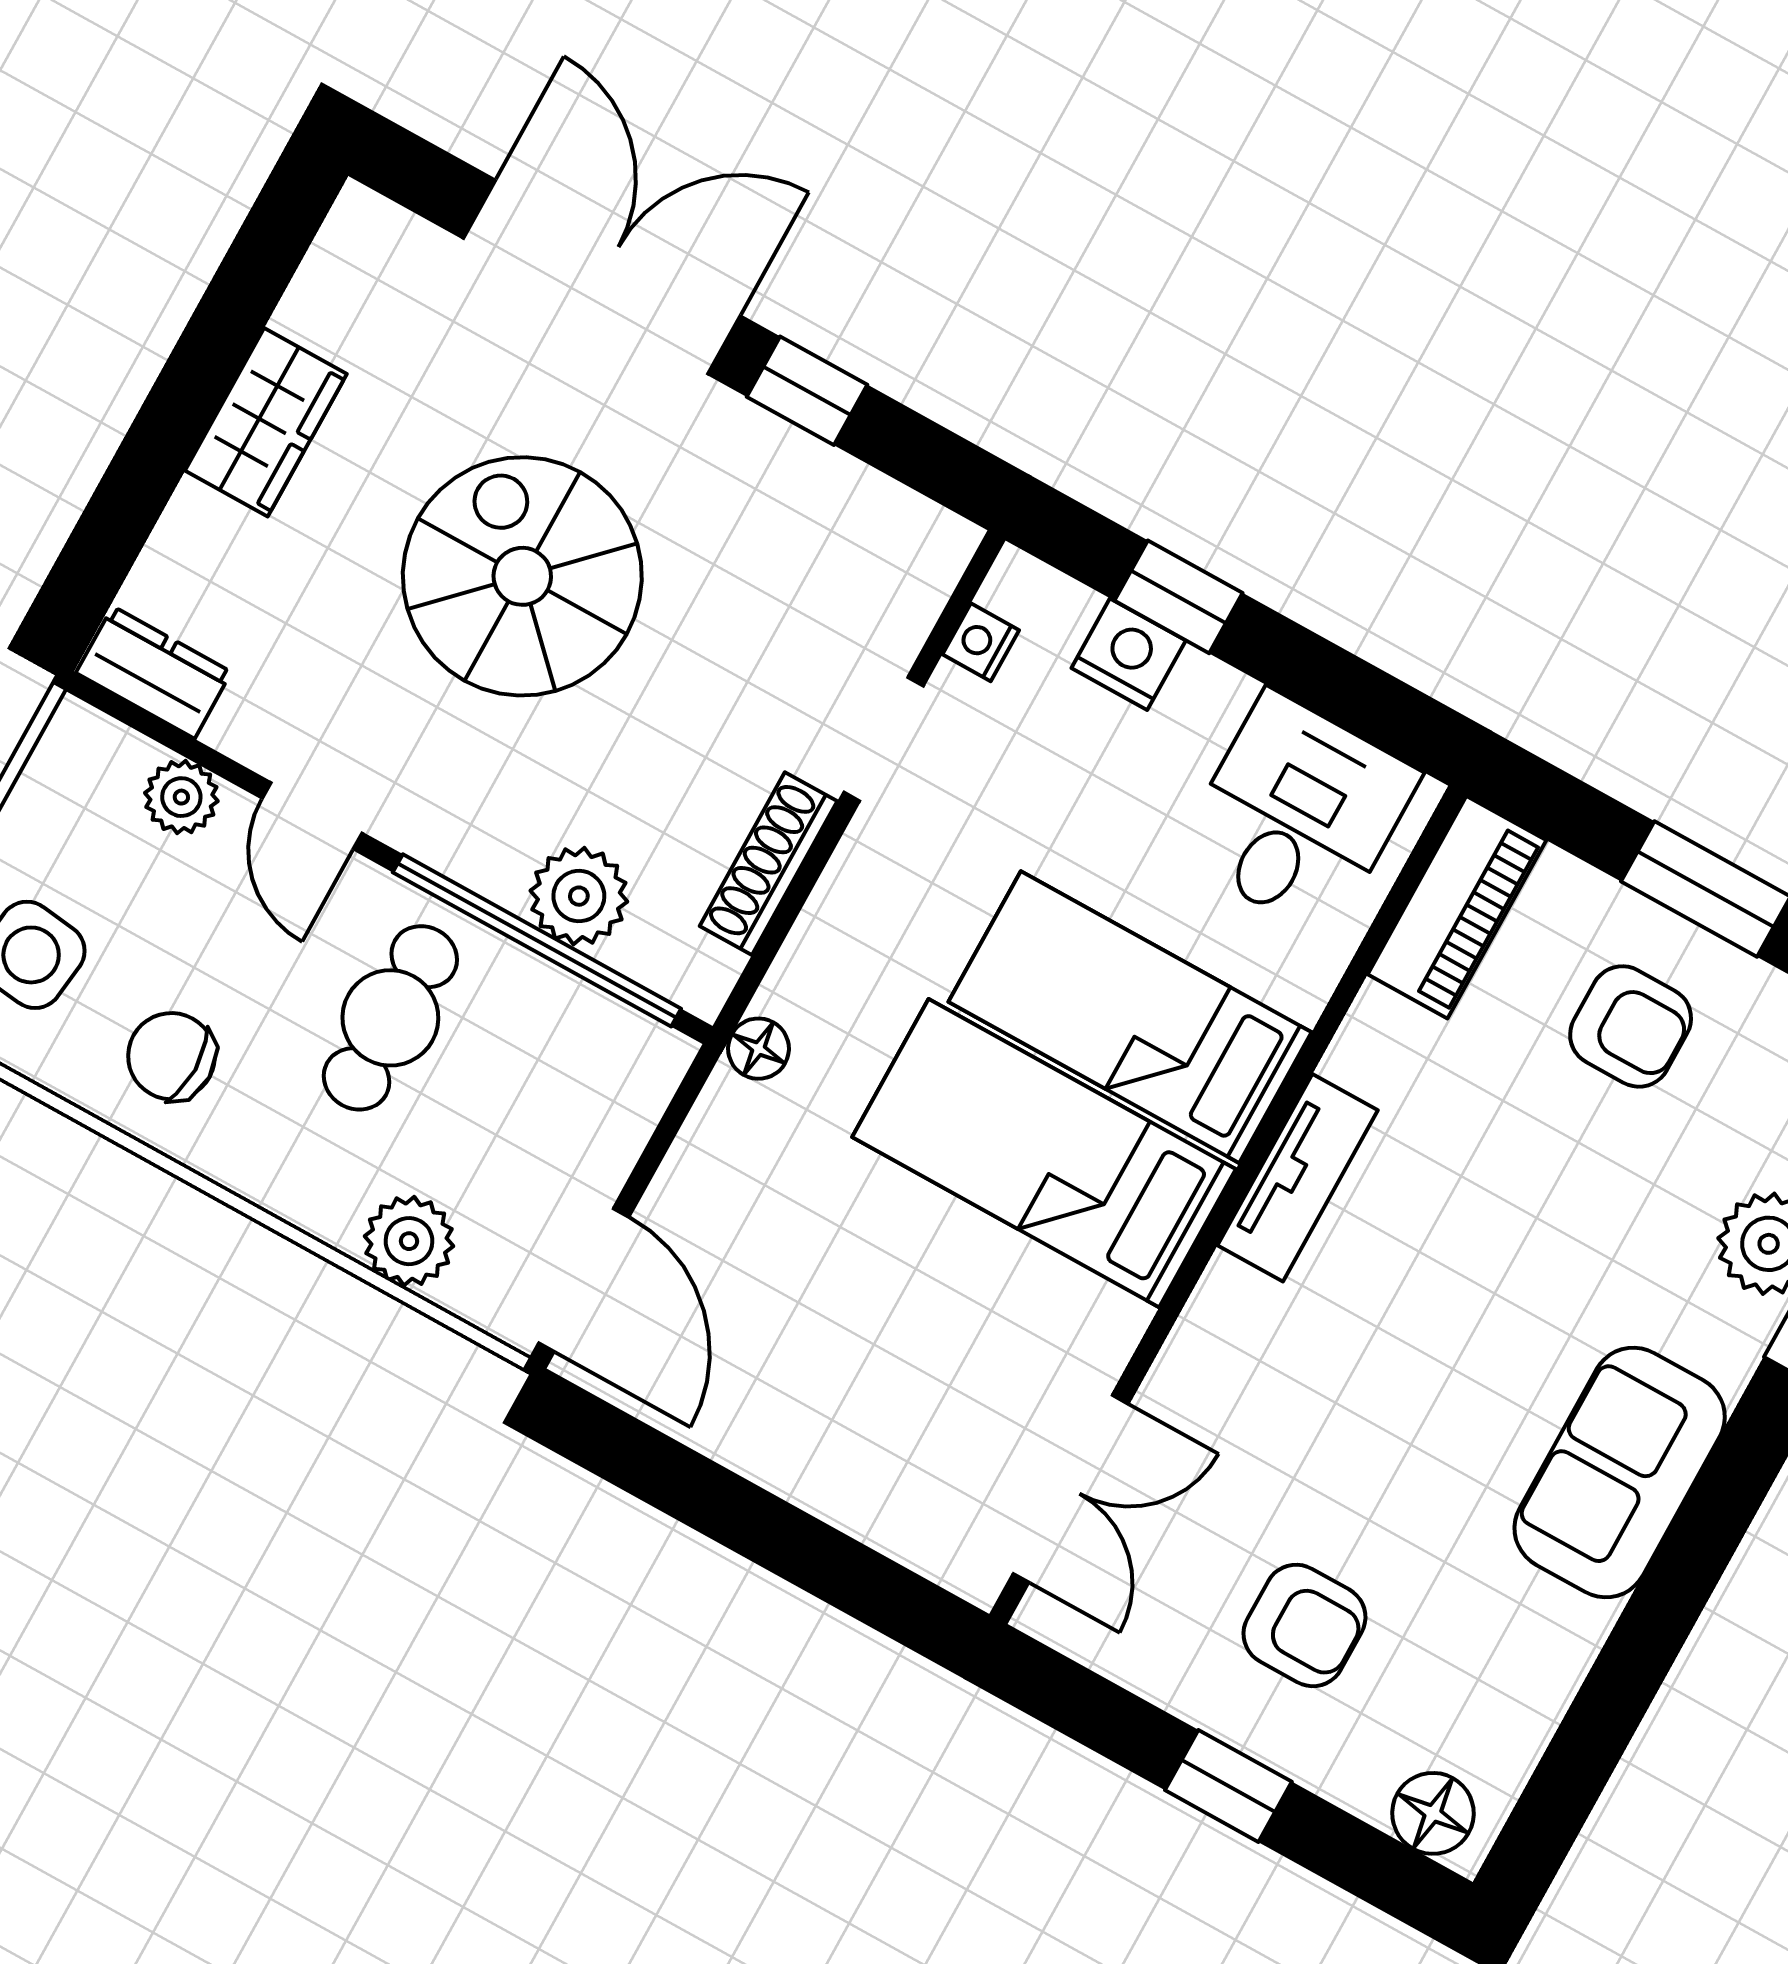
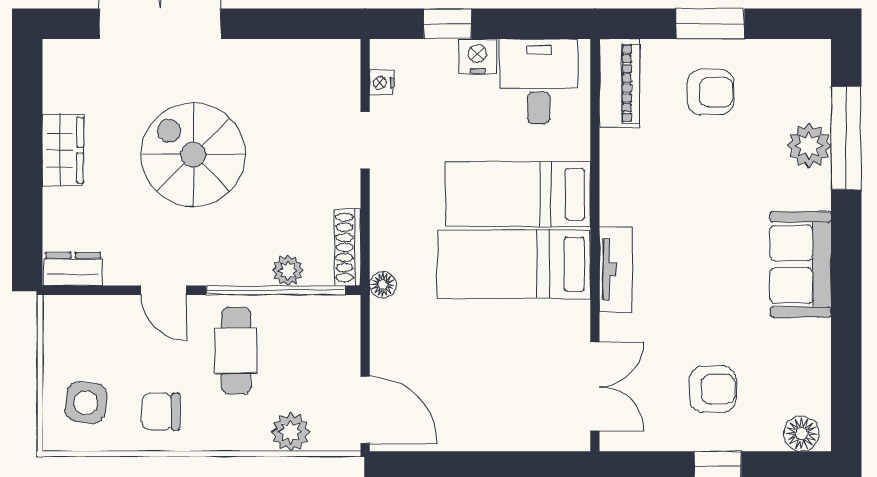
window: (807, 391) -> (262, 24), removed
nightstand: (1129, 654) -> (477, 56), moved
plant: (181, 797) -> (110, 311), removed
shoe rack: (768, 864) -> (348, 247), moved
plant: (579, 896) -> (288, 270), width x0.73, depth x0.73
tv unit: (1298, 1178) -> (616, 269), moved

